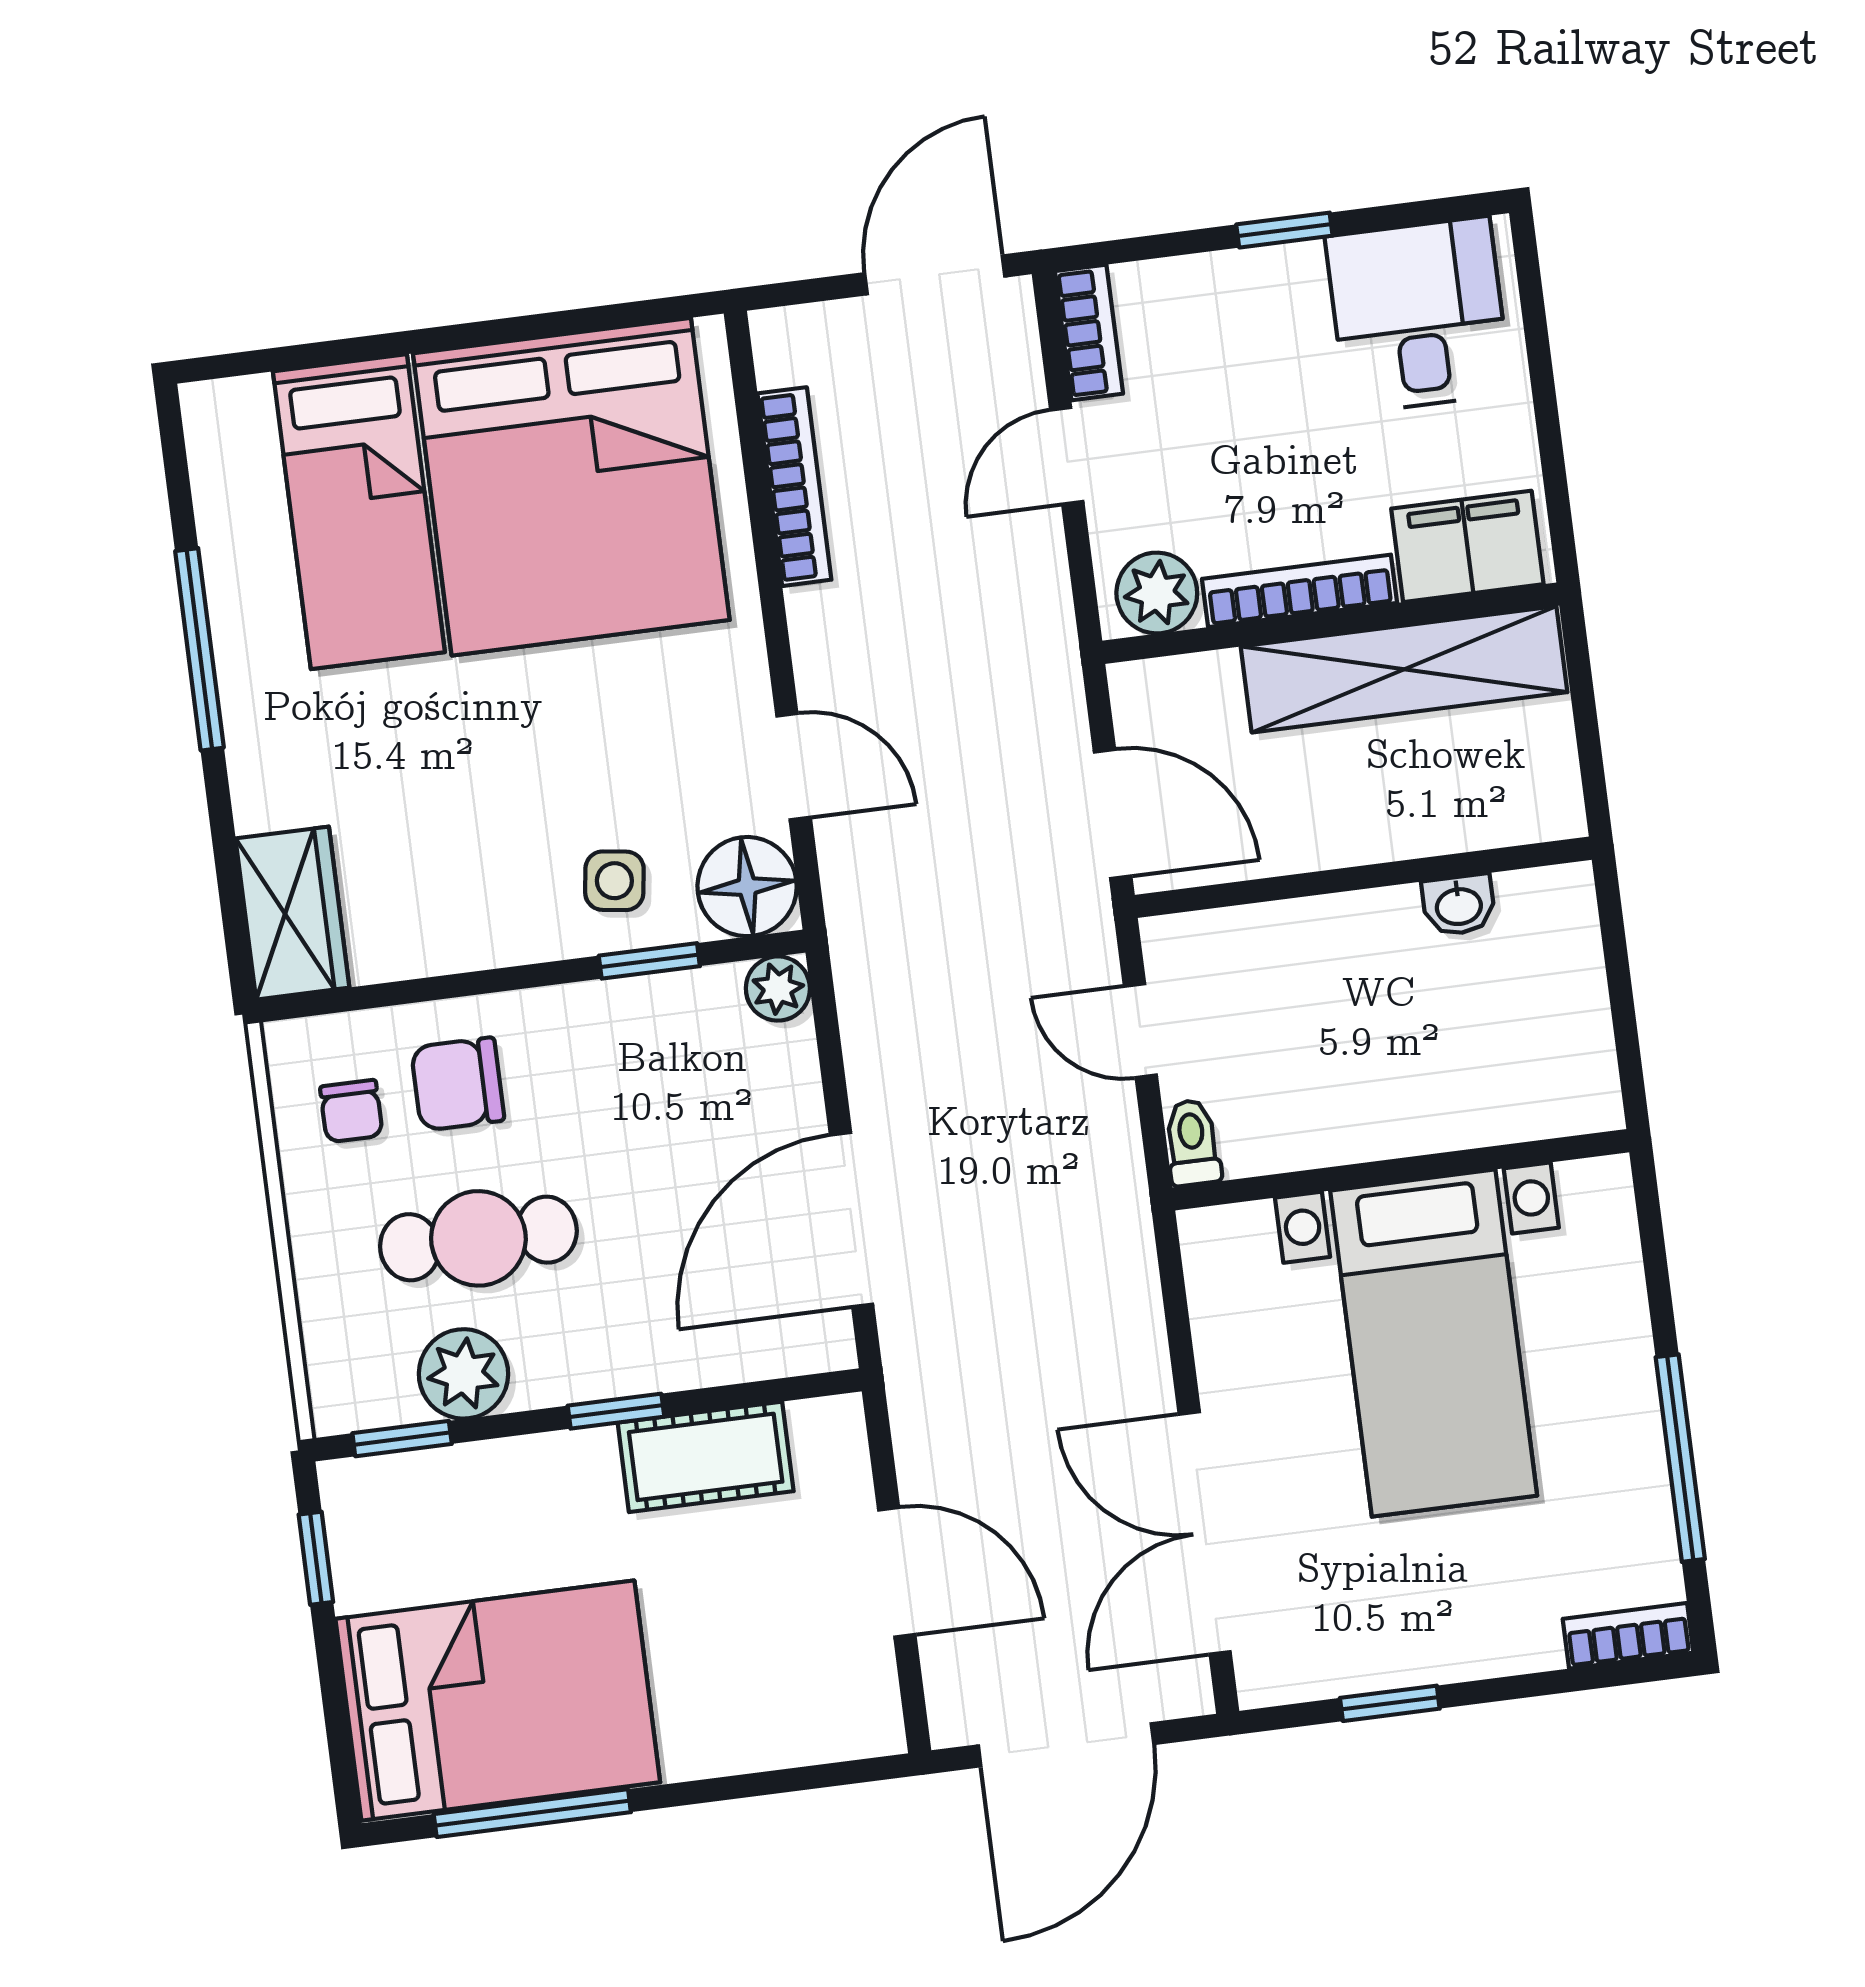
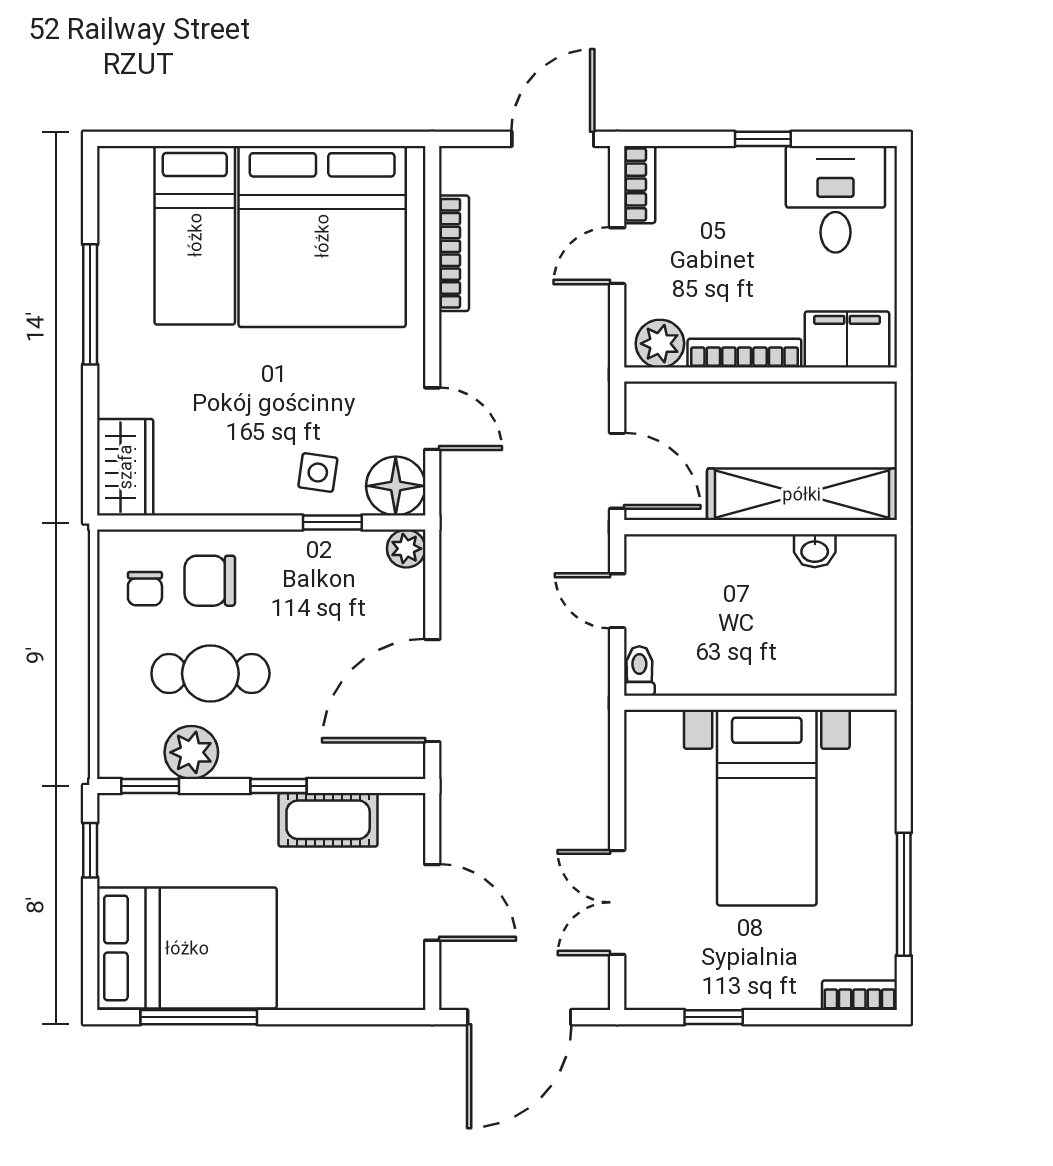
shelving: (1404, 669) -> (802, 494), moved
double door: (1205, 1533) -> (617, 902), width x0.73

